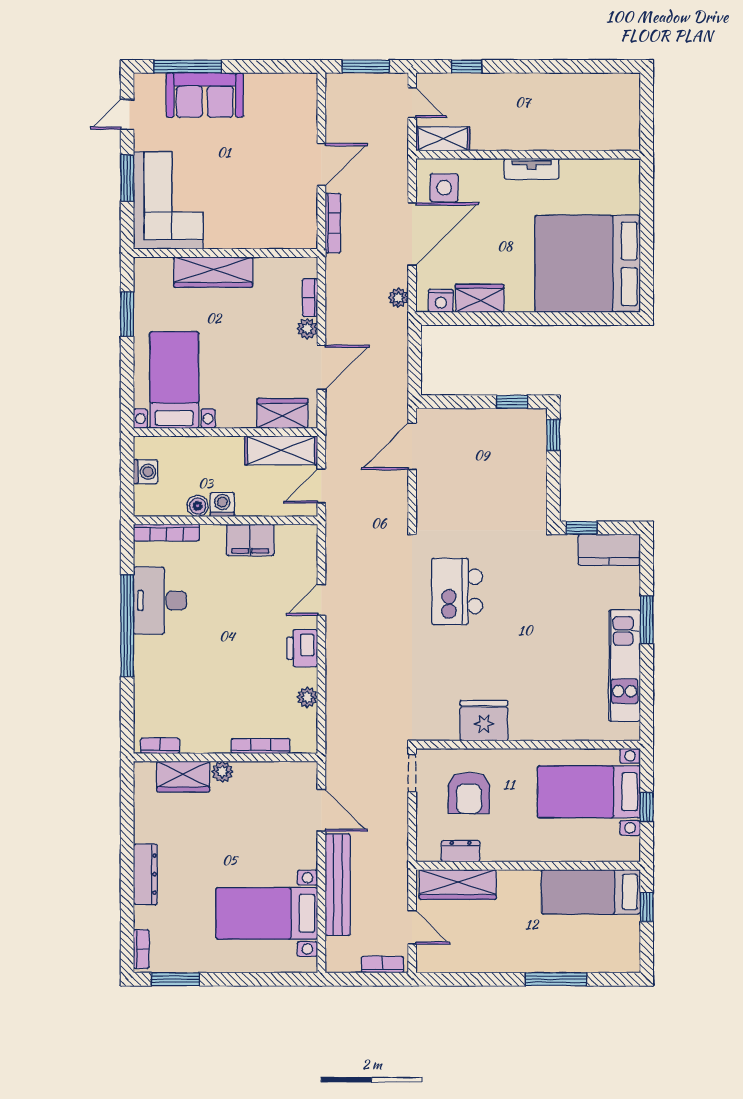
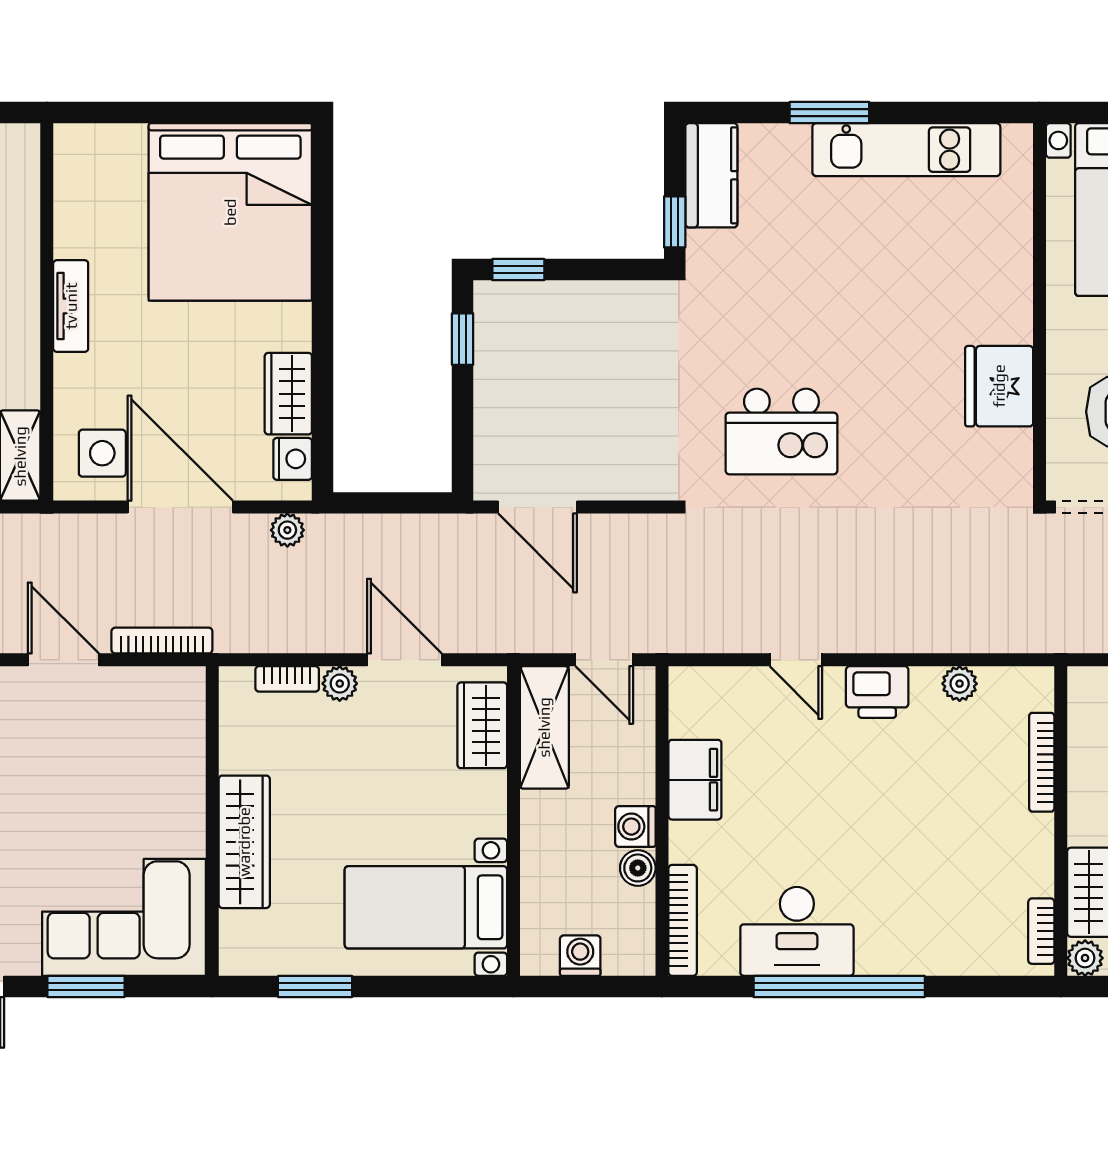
plant: (222, 772) -> (1085, 958), moved

